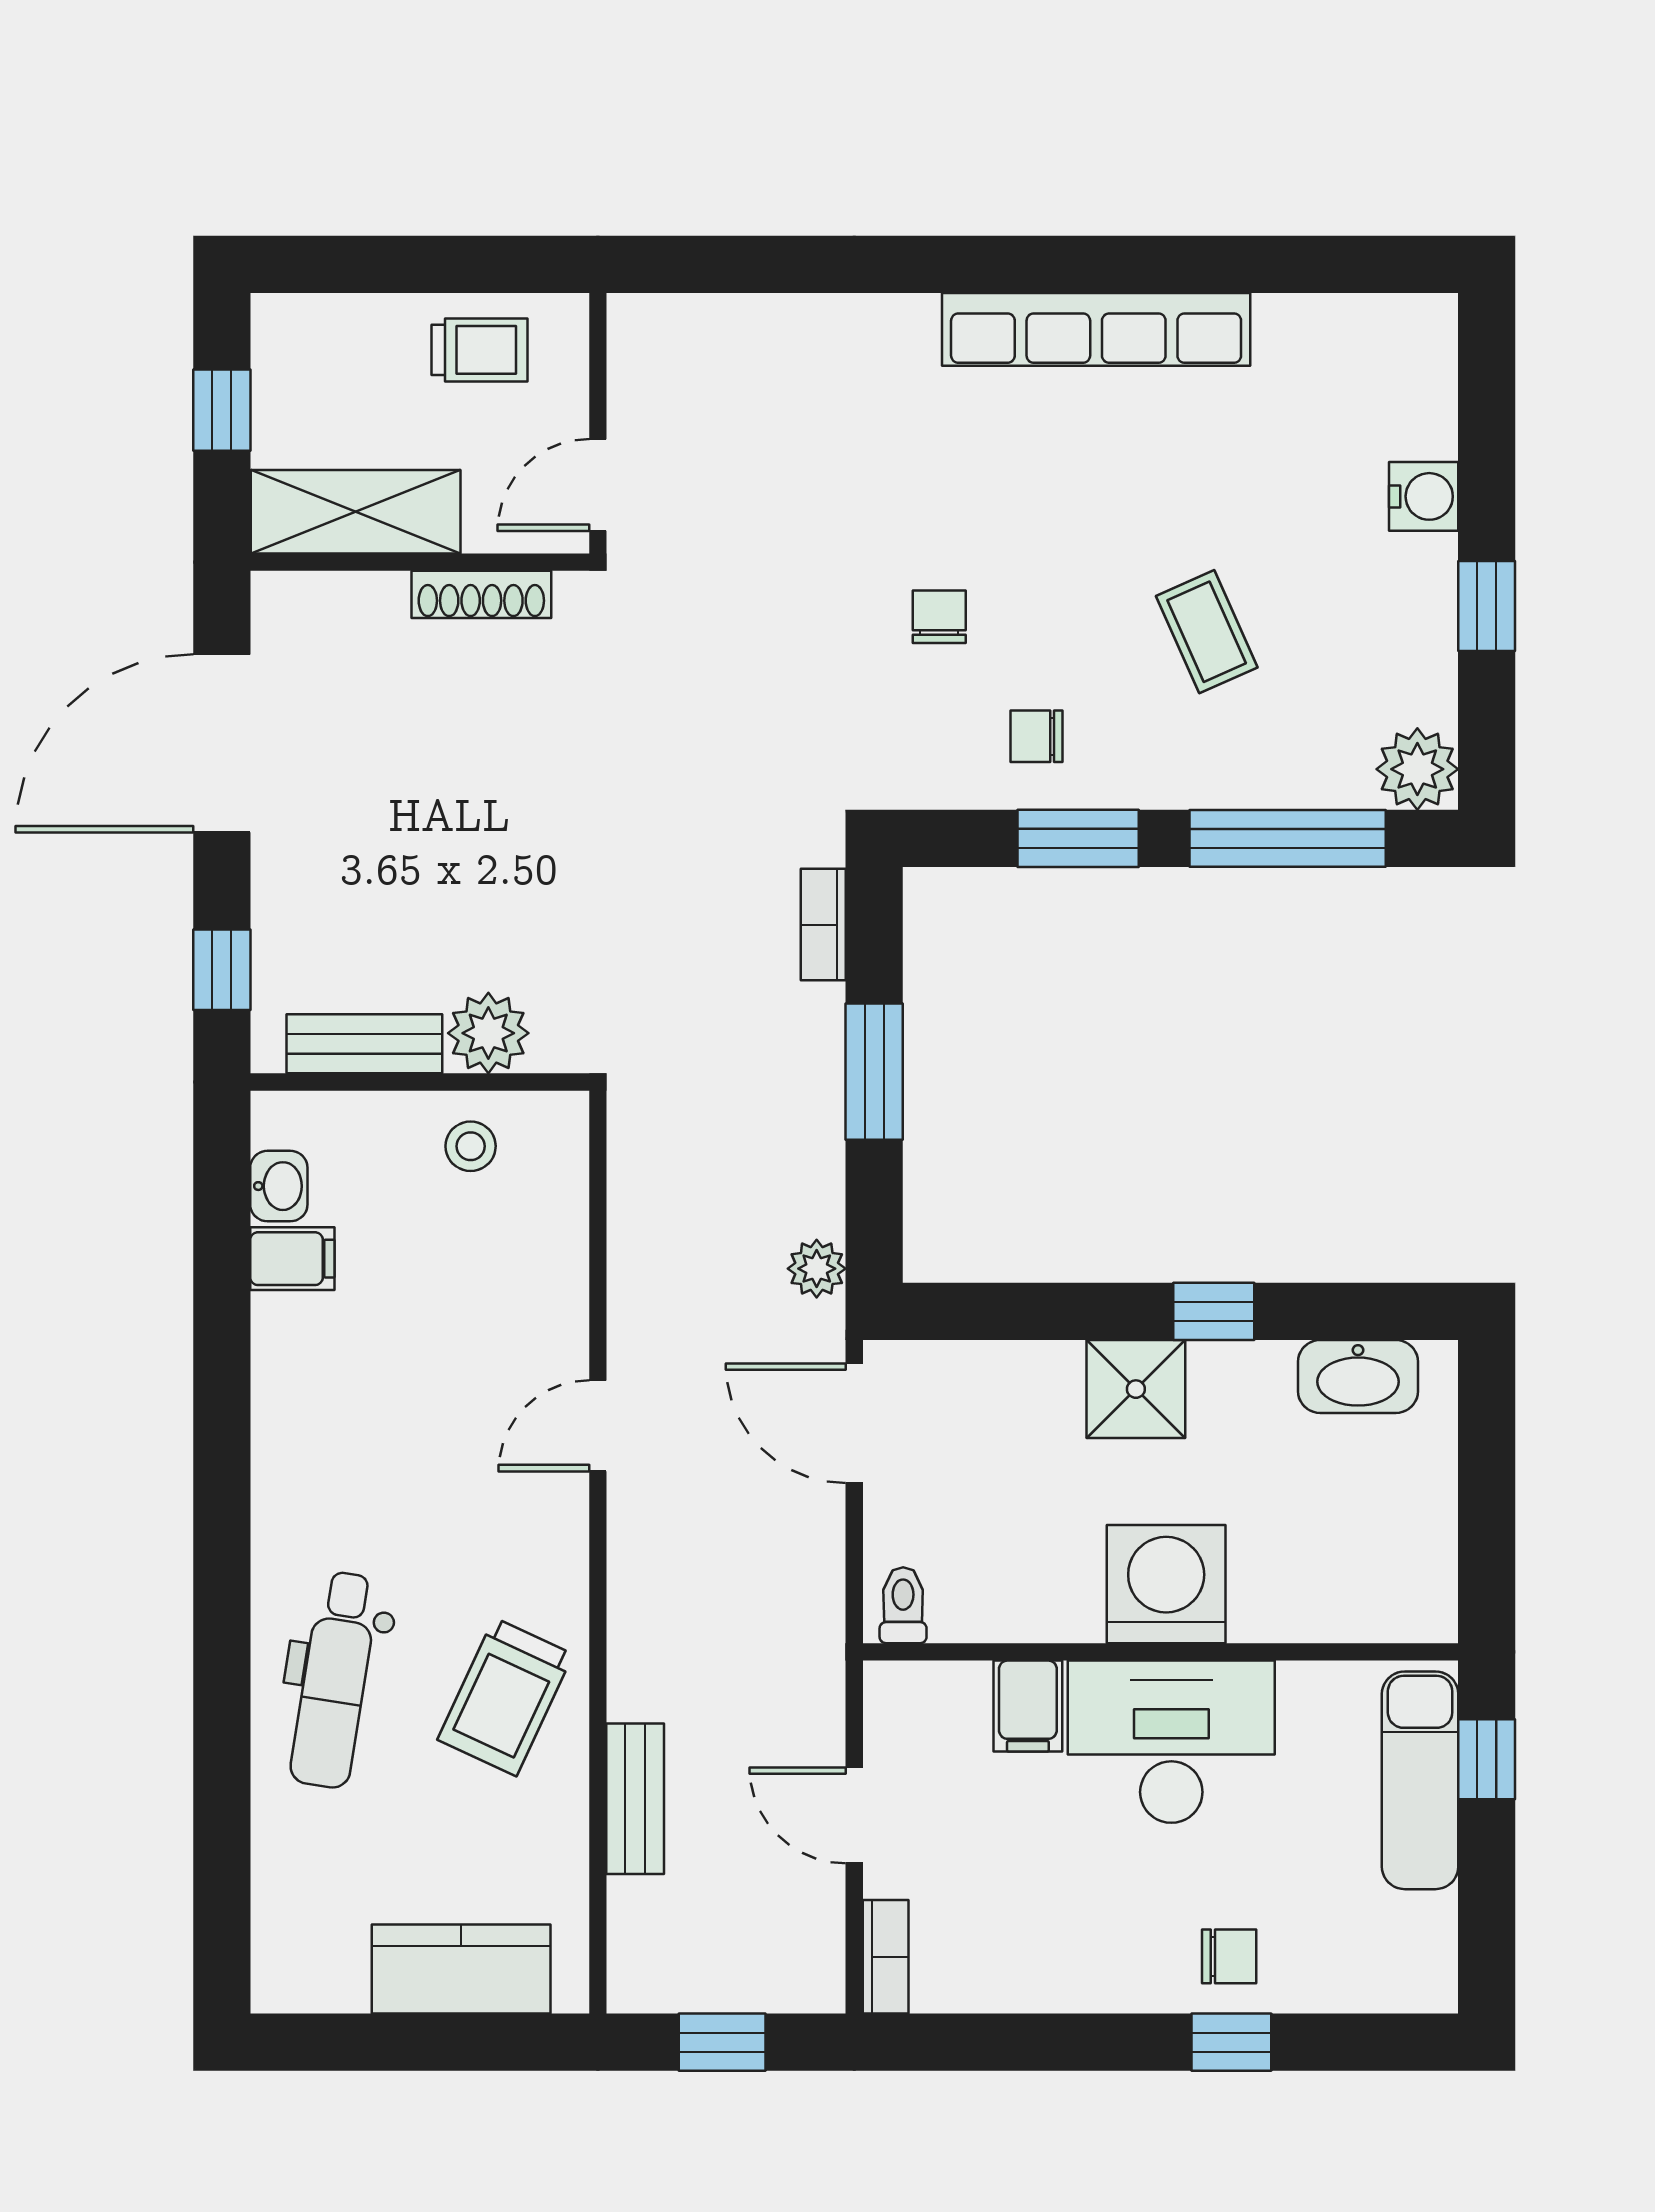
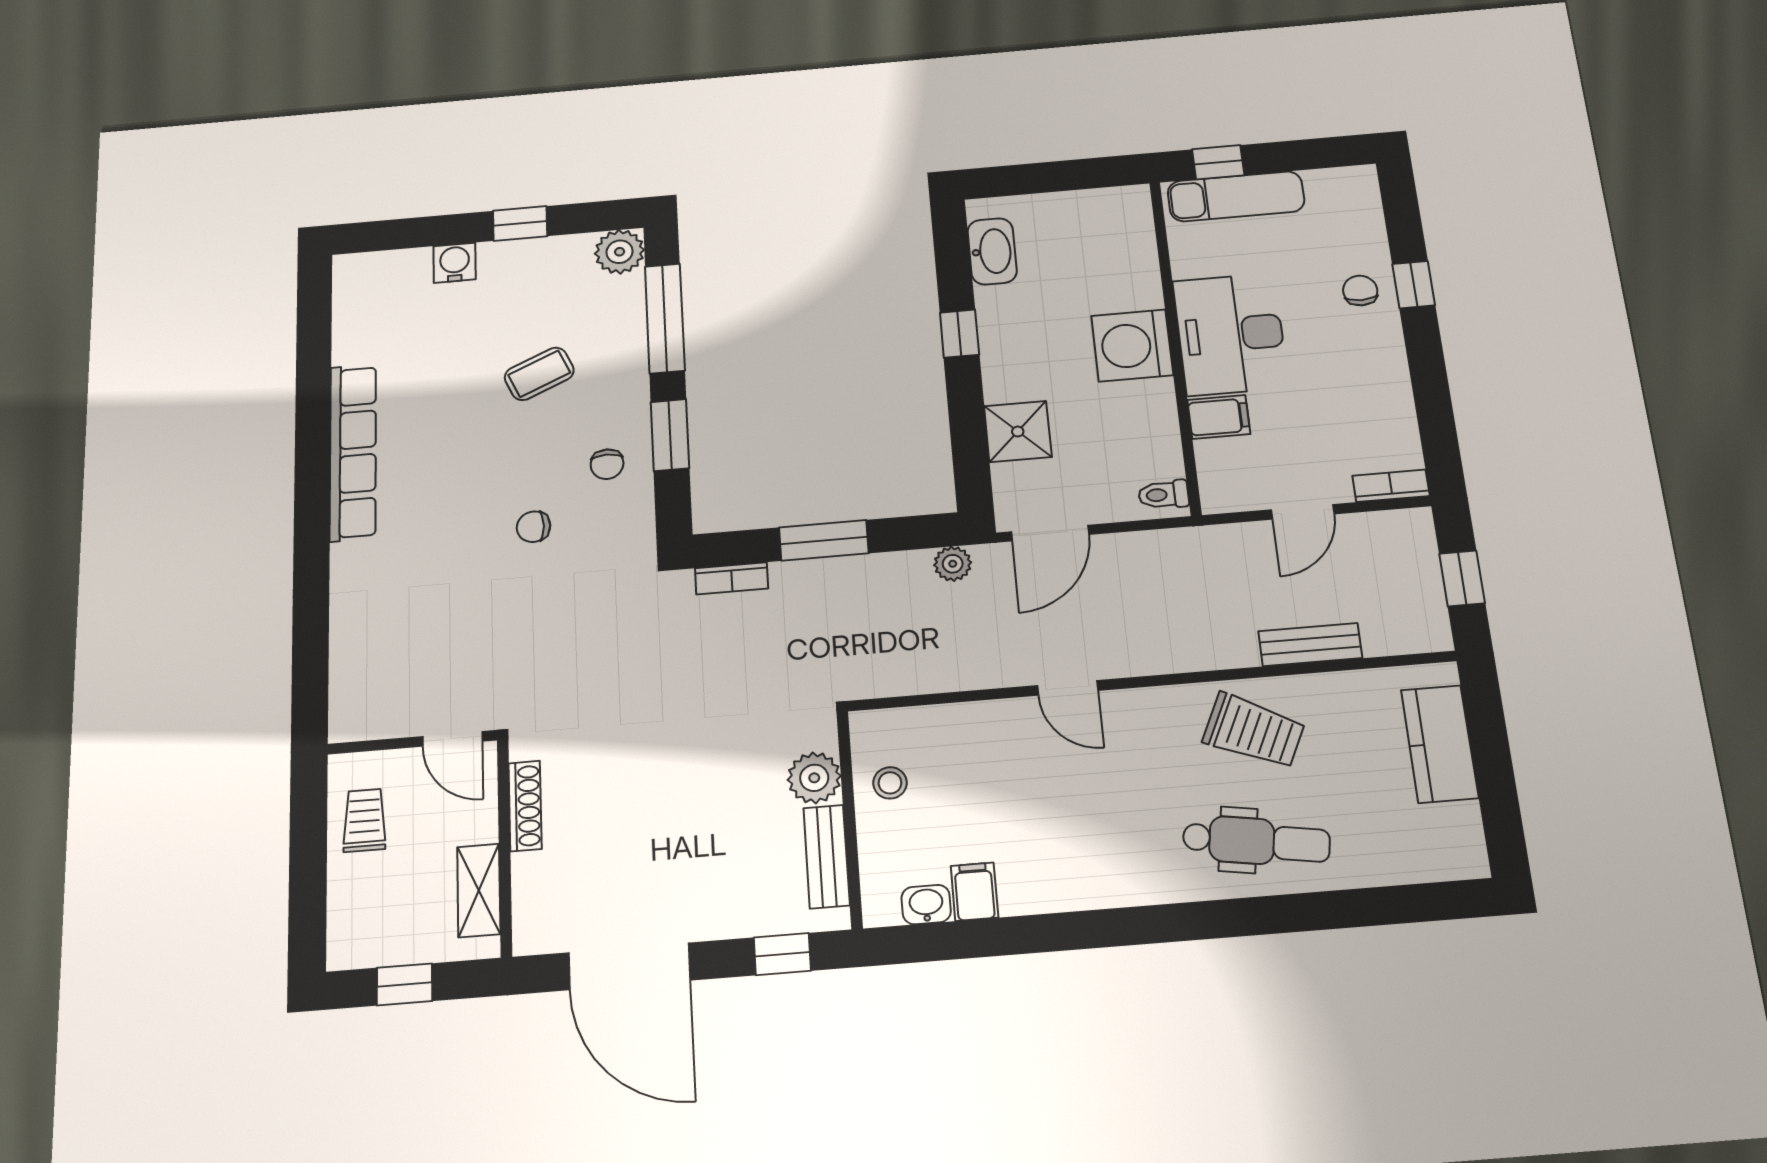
shelving: (356, 512) -> (479, 890), width x0.67, depth x0.75
shower: (1136, 1389) -> (1018, 432), moved

